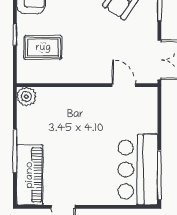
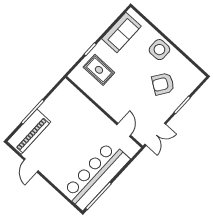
plant: (26, 97) -> (66, 88), removed
bar counter: (138, 170) -> (96, 175), width x1.36

